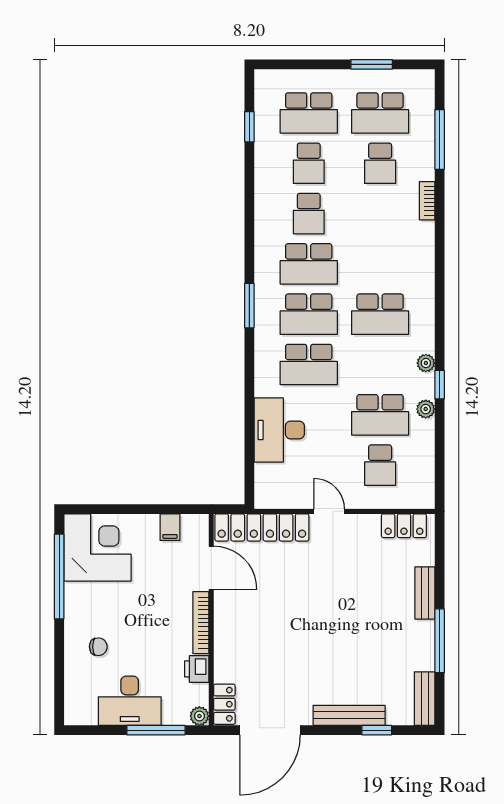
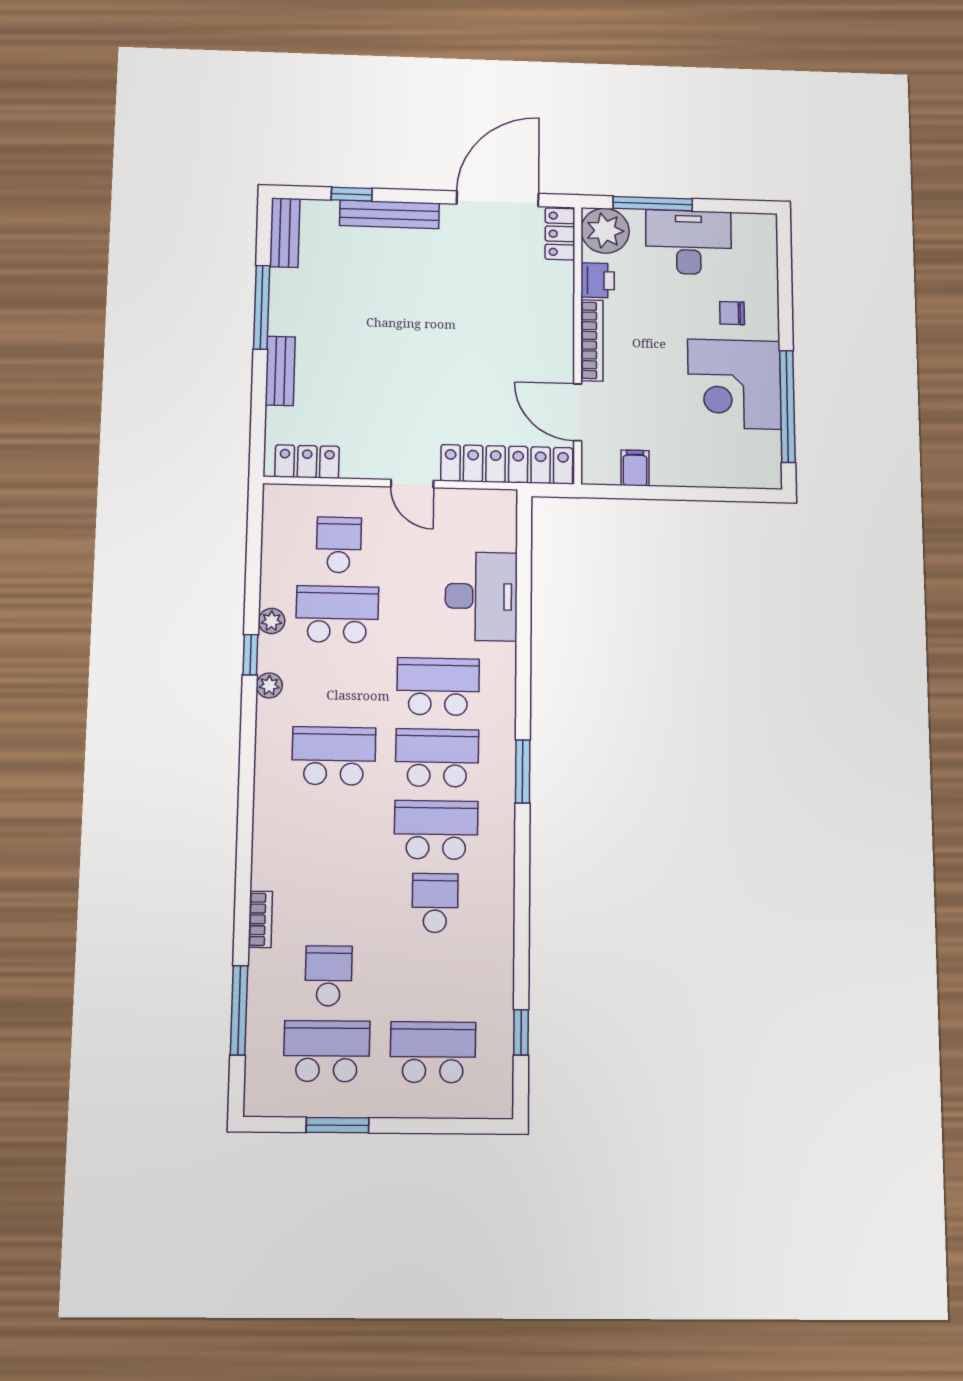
school desk: (309, 163) -> (434, 977), removed
corner desk: (97, 547) -> (734, 384), moved
plant: (199, 716) -> (605, 231), width x1.88, depth x1.88

